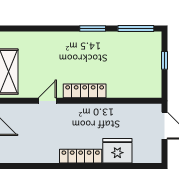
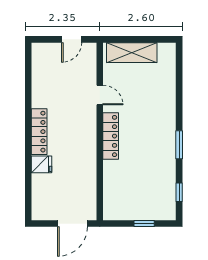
window: (136, 28) -> (179, 192), width x0.46
fridge: (117, 151) -> (42, 164), width x0.53, depth x0.75

